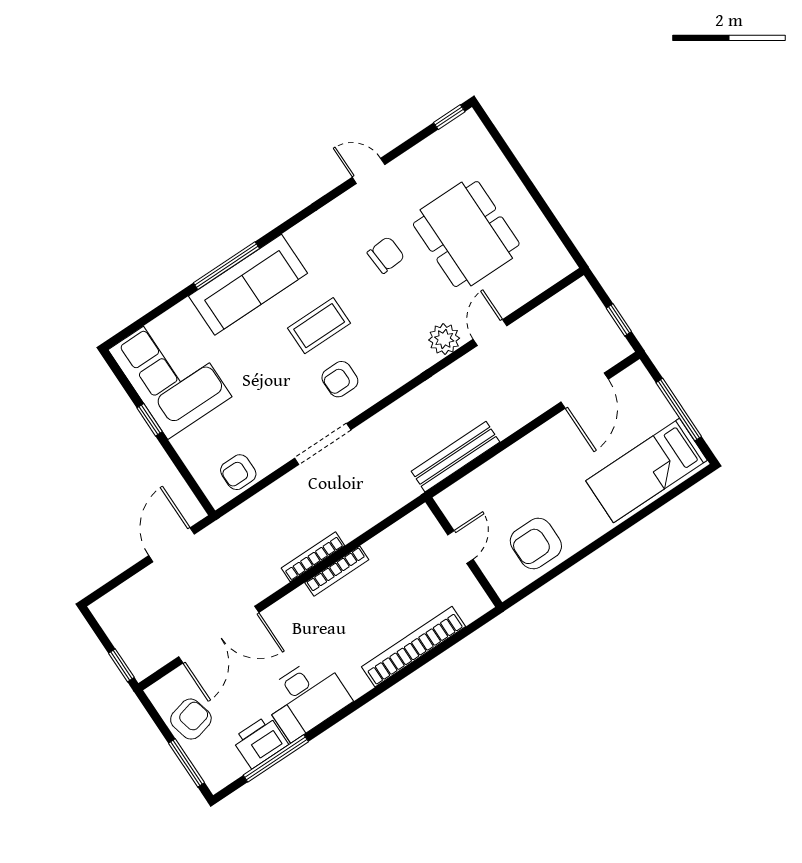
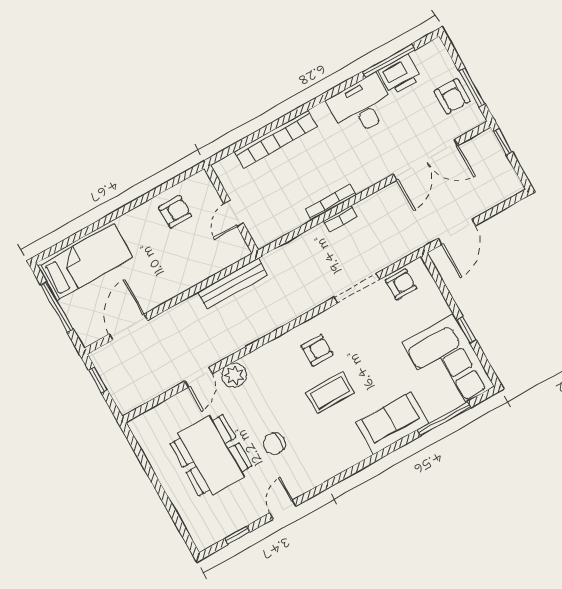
window: (449, 117) -> (237, 535), moved
door: (369, 171) -> (283, 510), swing flipped
window: (226, 266) -> (444, 419), moved
sofa: (248, 285) -> (393, 423), width x0.73
doorway: (323, 444) -> (357, 288), moved
armchair: (536, 544) -> (175, 212), width x0.72, depth x0.72
bookcase: (313, 557) -> (340, 219), width x0.64
double door: (219, 635) -> (426, 160), swing flipped
armchair: (191, 719) -> (452, 96), turned -76
window: (186, 763) -> (472, 87), moved

